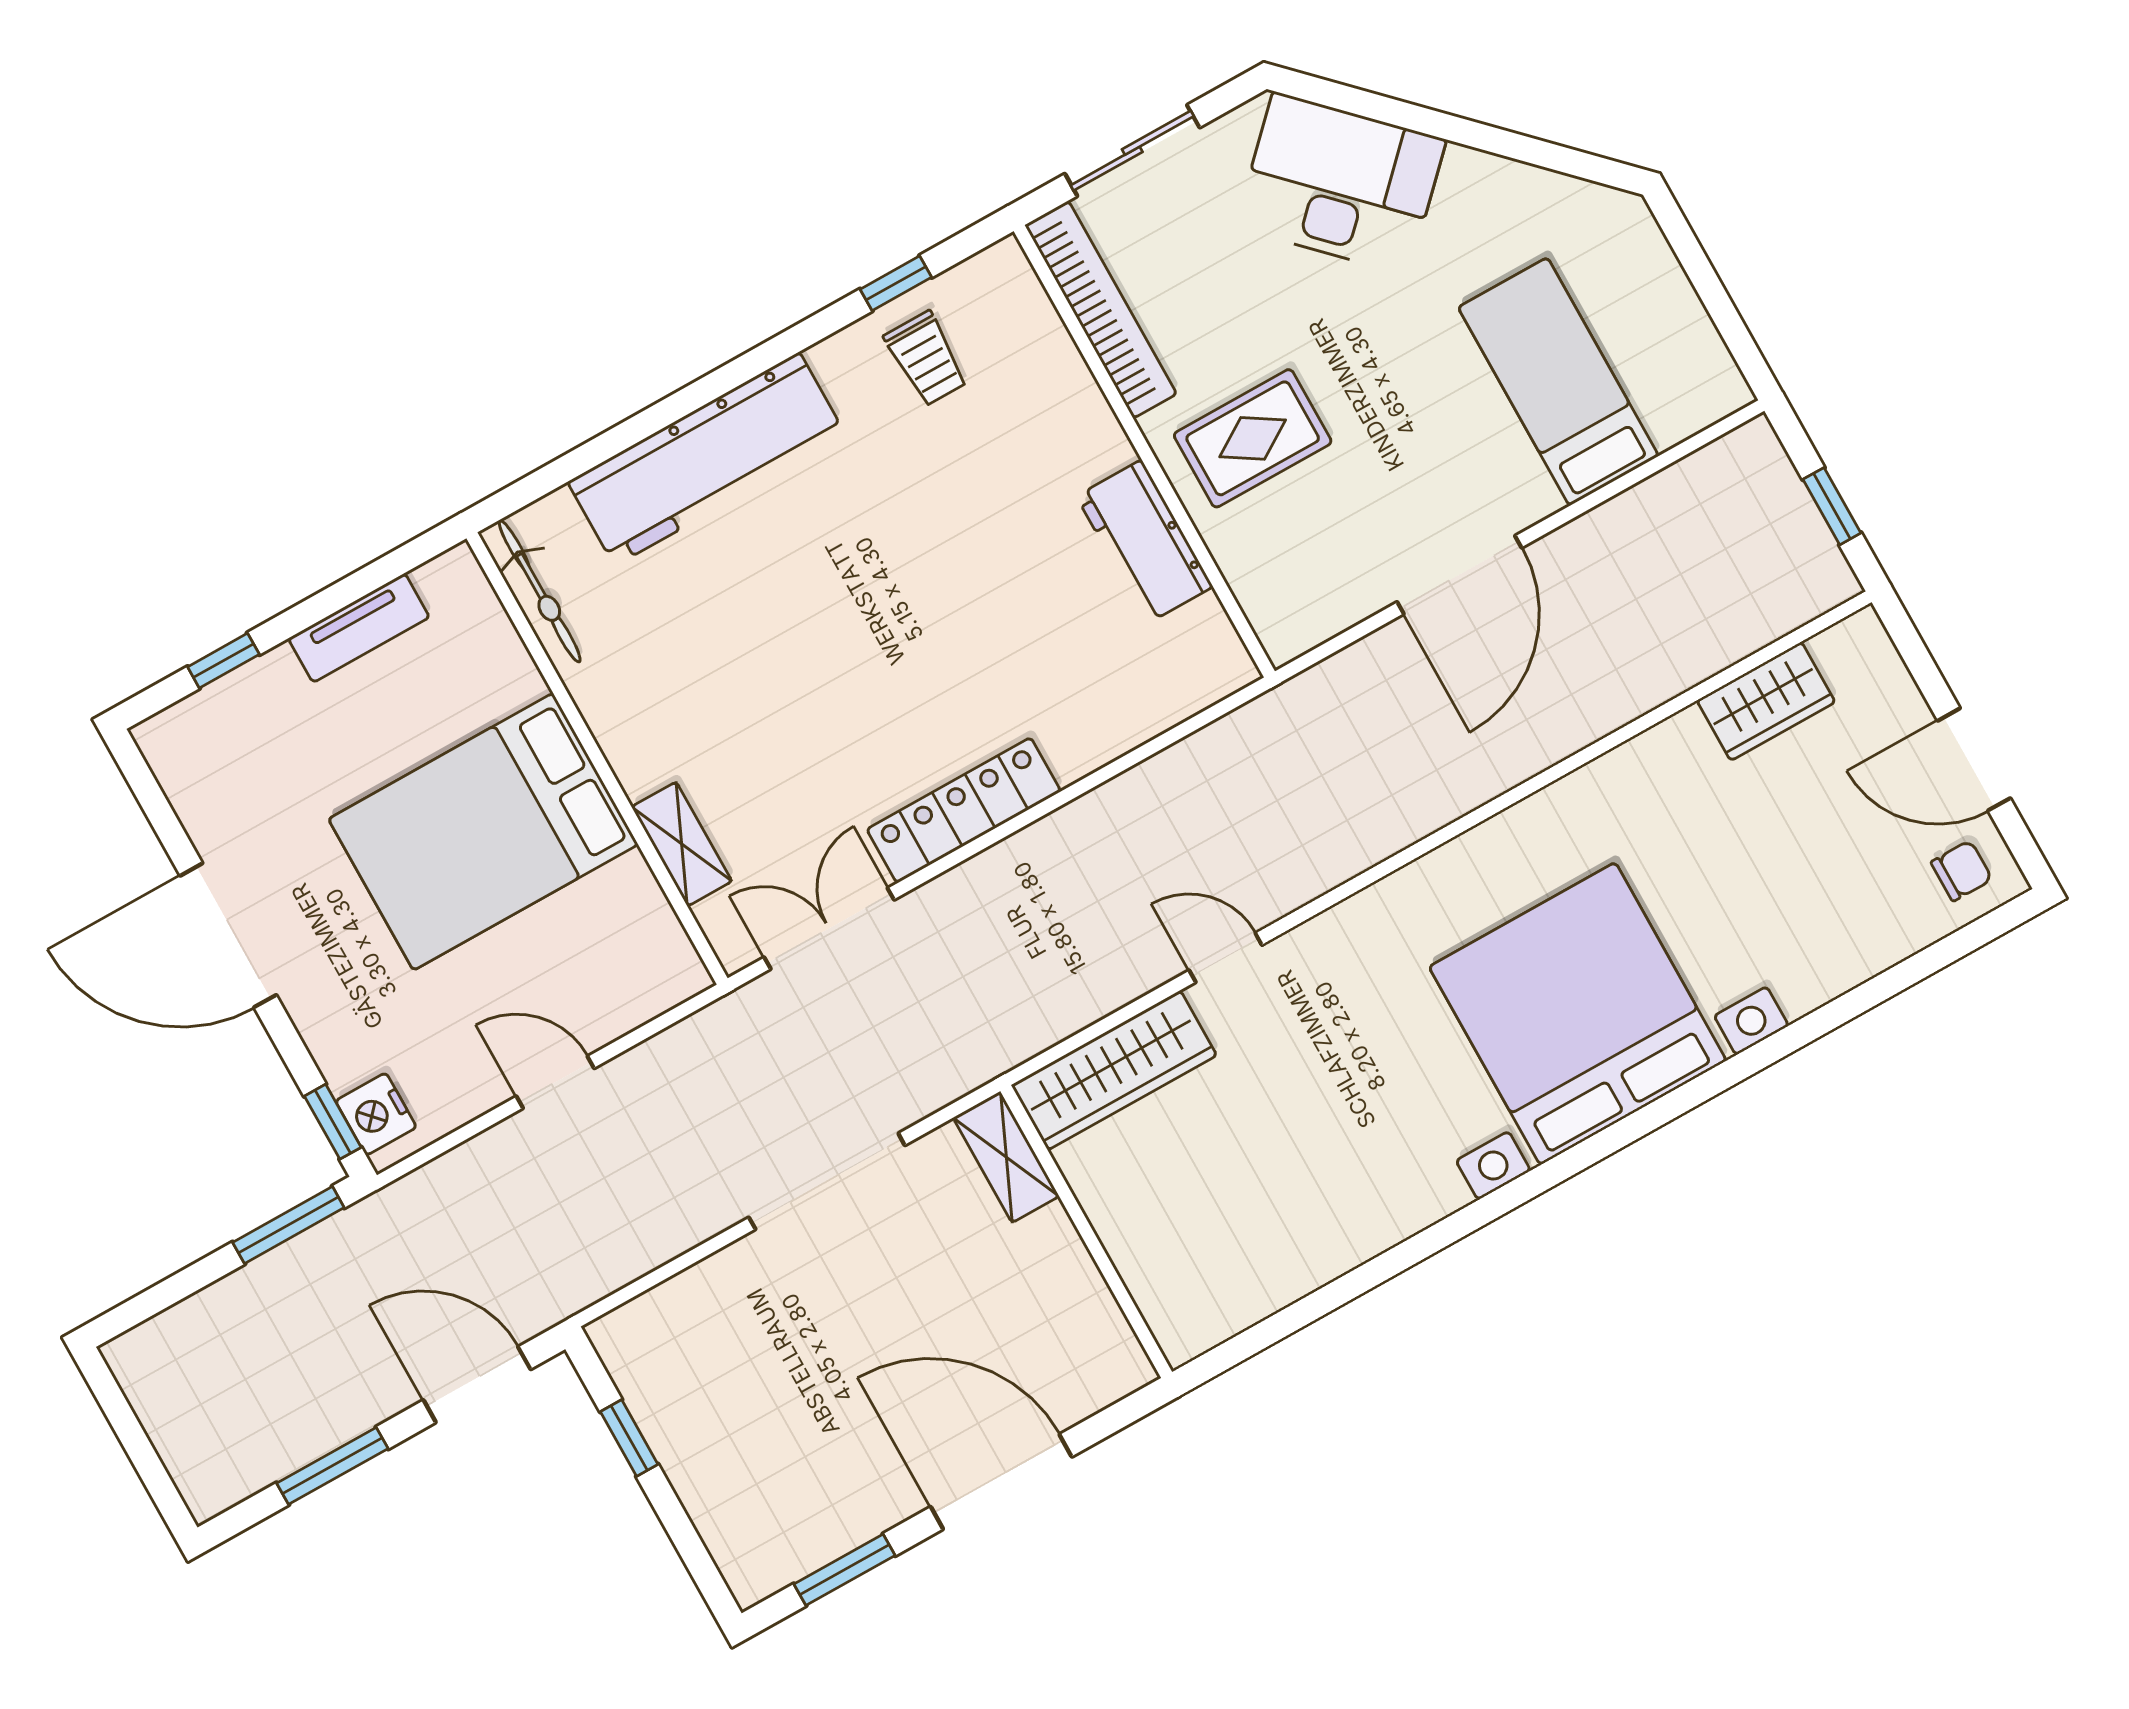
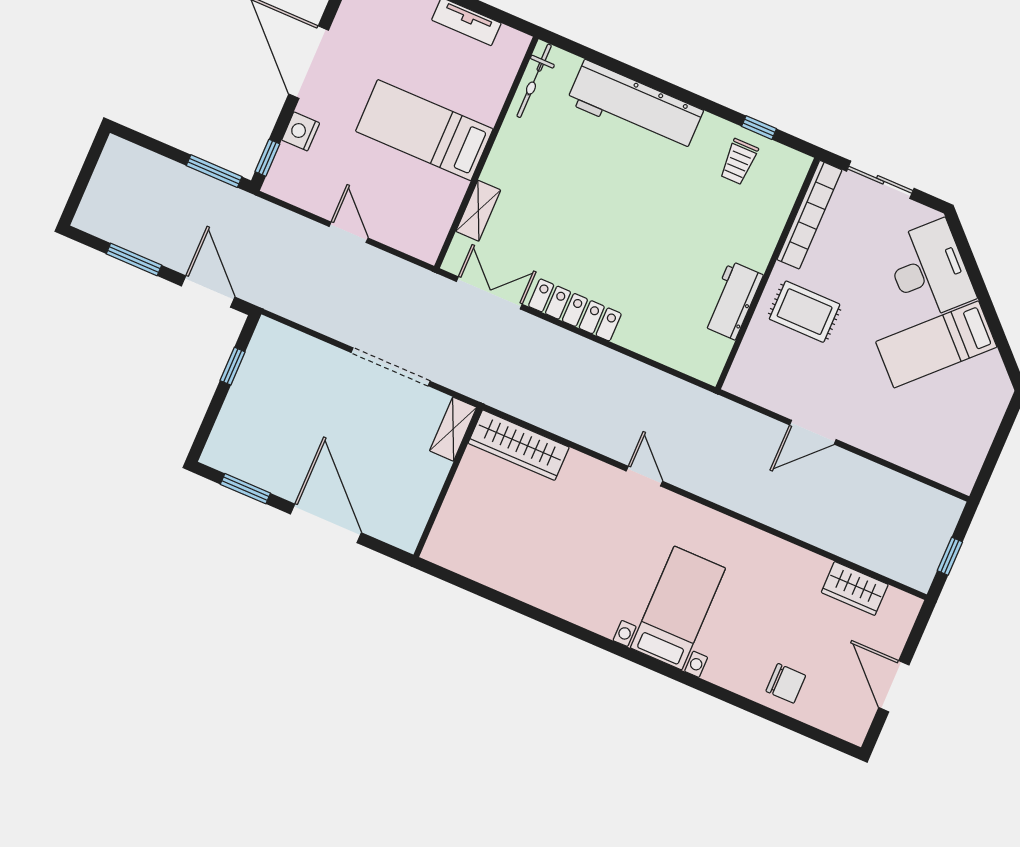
bed: (1558, 382) -> (936, 344), moved, turned -135
door: (1459, 575) -> (813, 432), width x0.73
bed: (483, 832) -> (424, 130), width x0.67
chair: (1962, 871) -> (786, 683), moved, width x1.37, depth x1.37
door: (1226, 958) -> (644, 476), moved
bed with nightstands: (1578, 1014) -> (678, 608), width x0.54
nightstand: (376, 1114) -> (301, 131), moved

